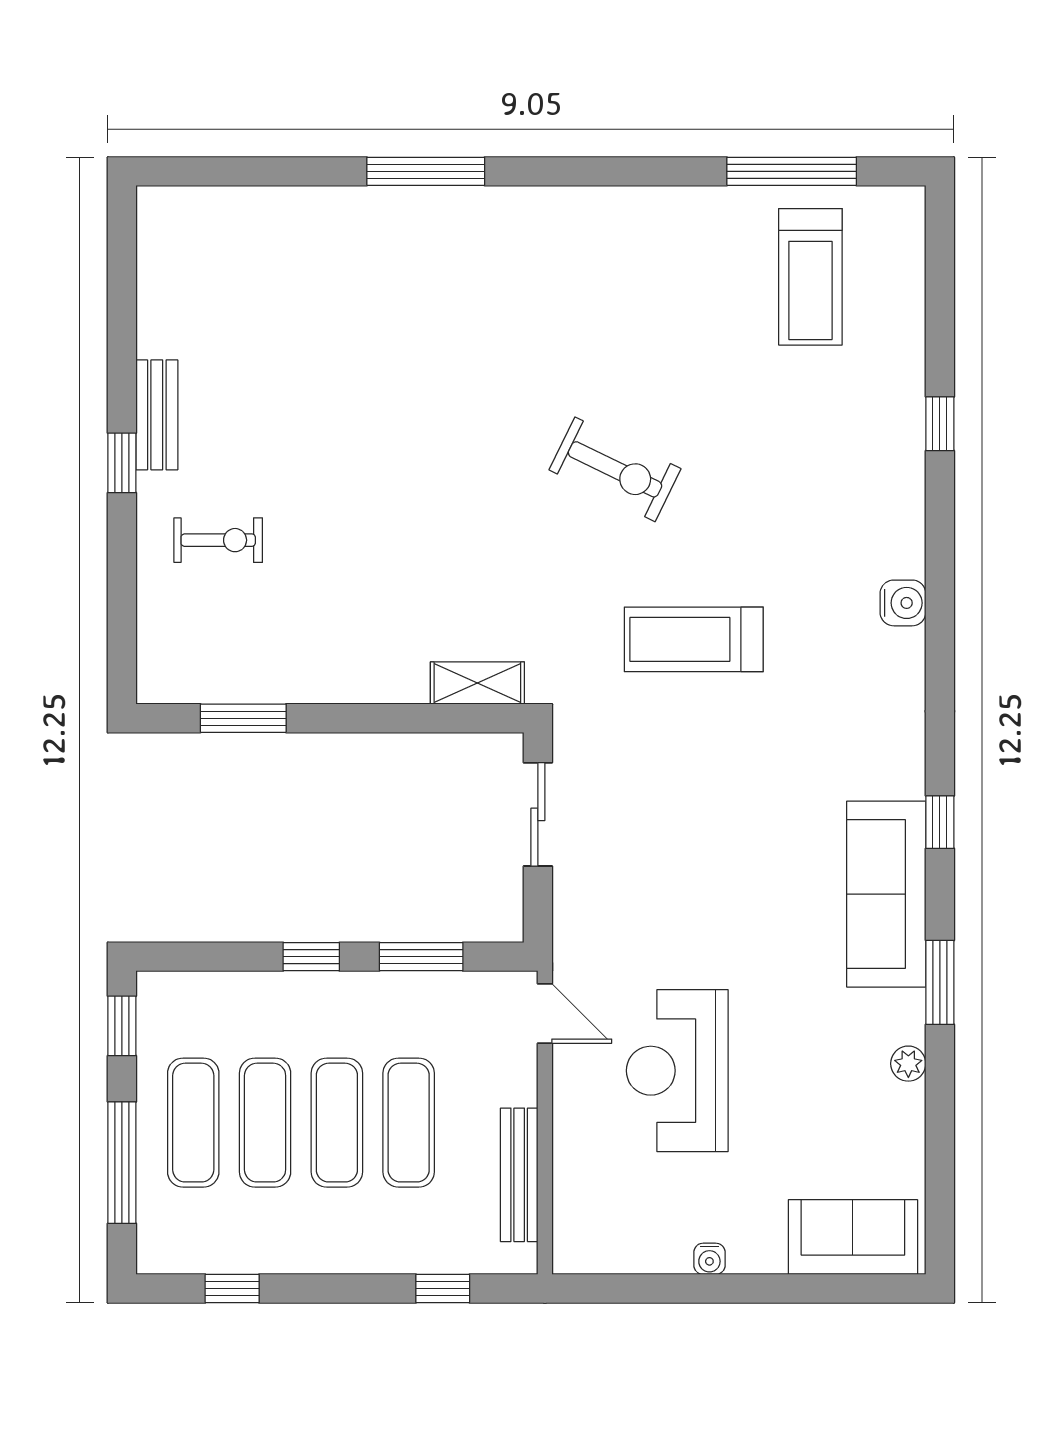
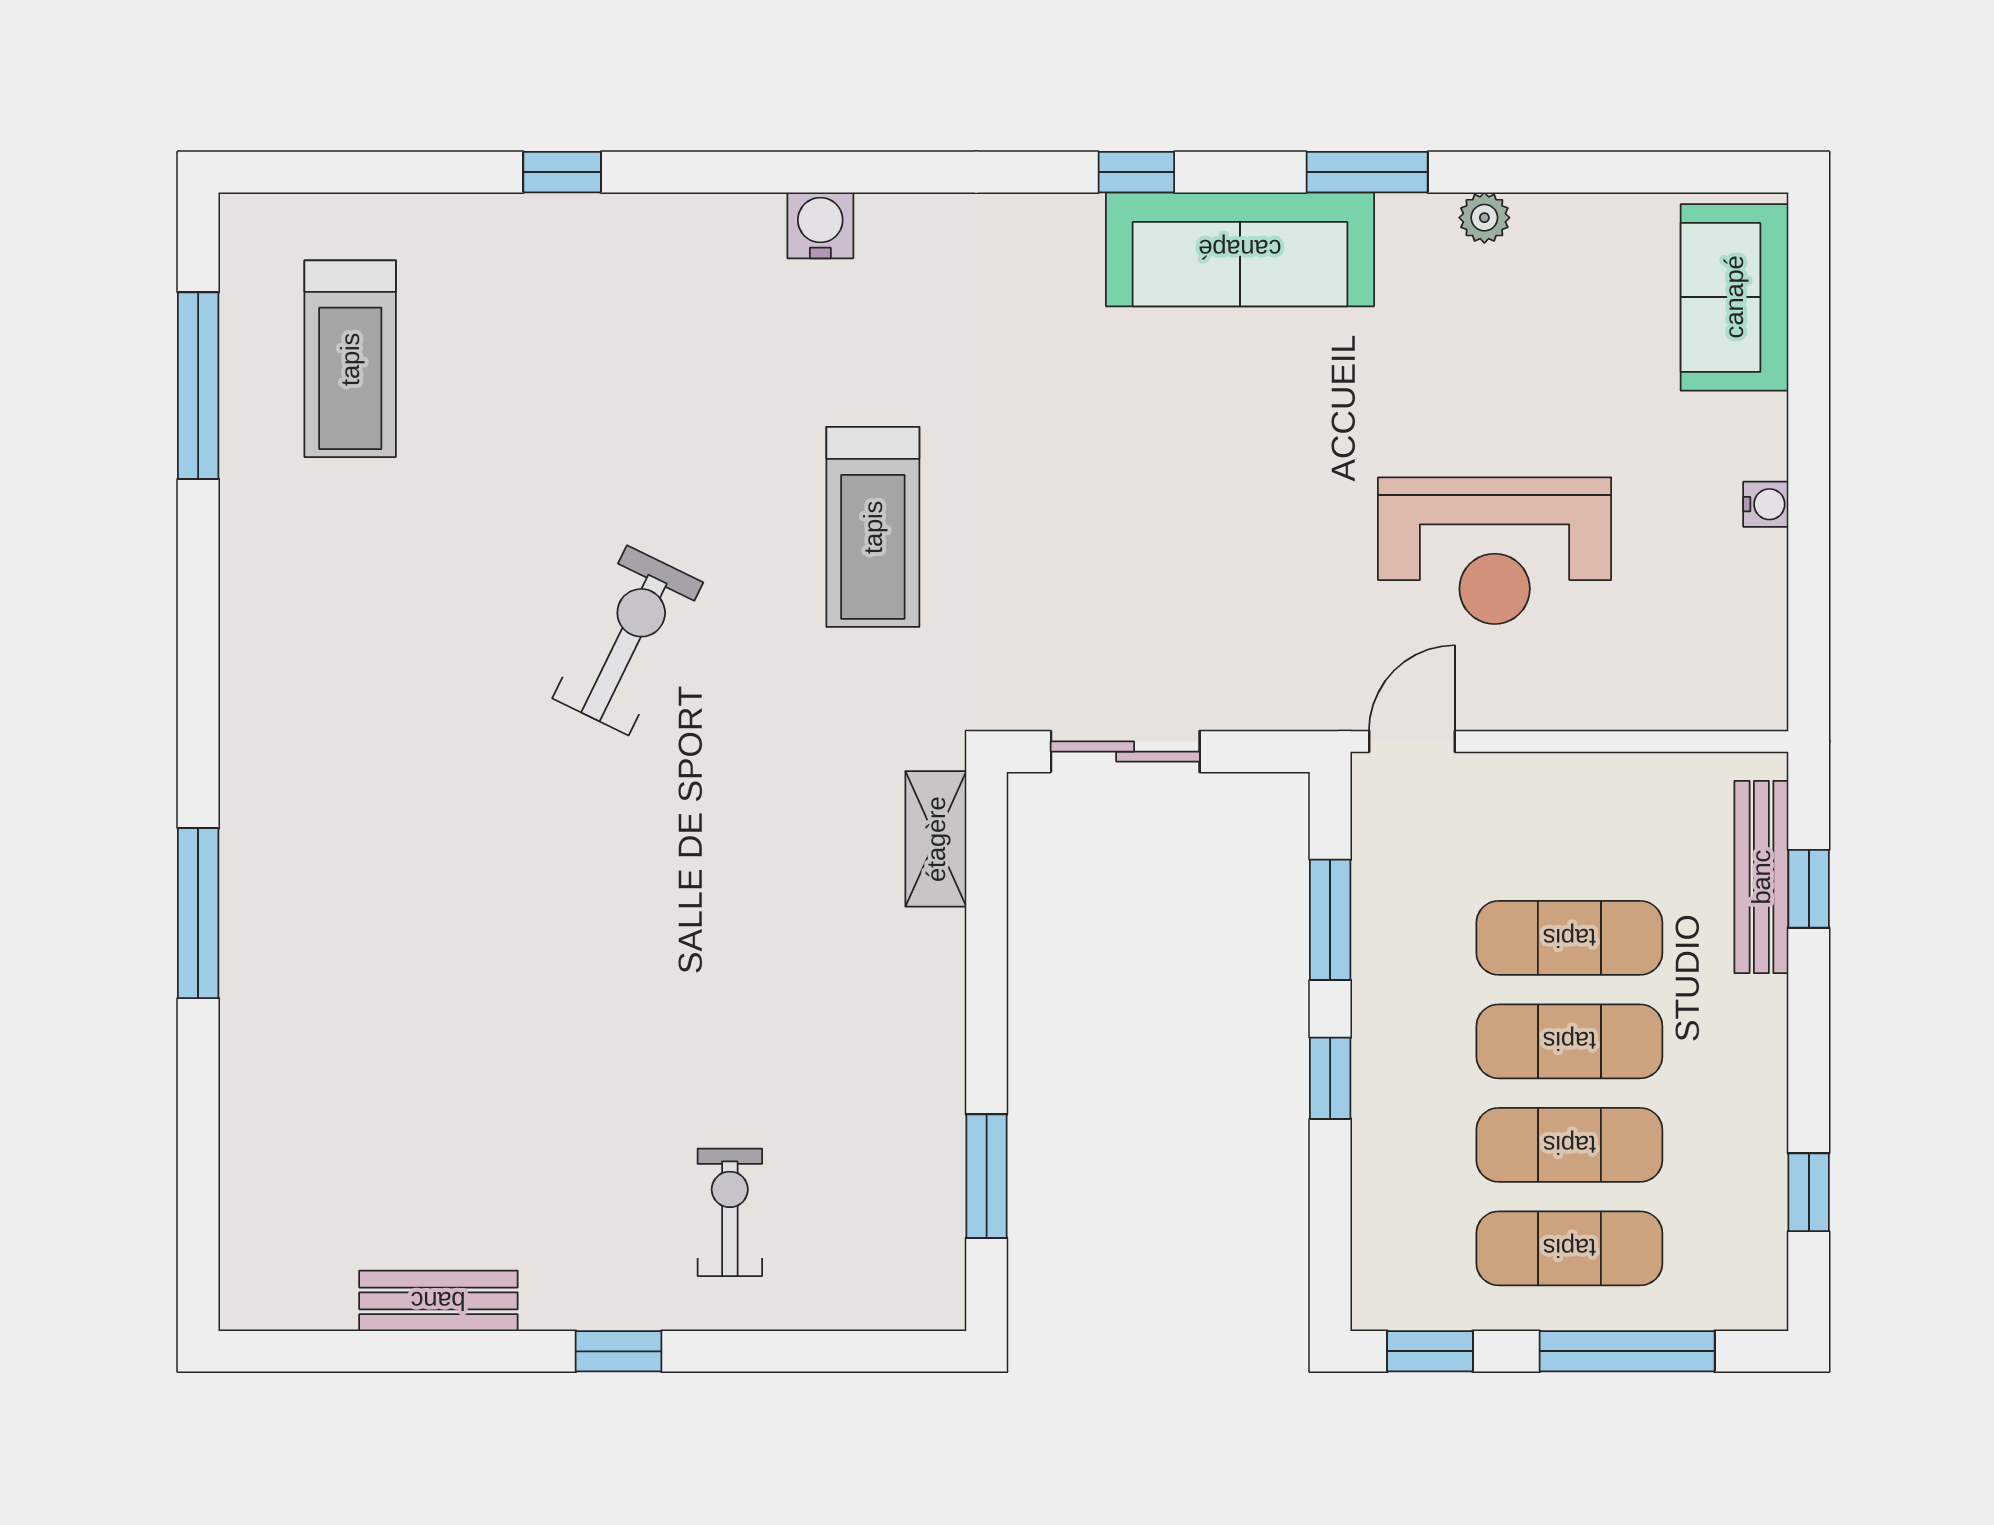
treadmill: (810, 277) -> (350, 359), turned 90
bench: (157, 415) -> (438, 1301), moved
bench: (519, 1175) -> (1761, 877), moved, turned 90

